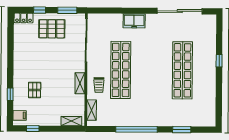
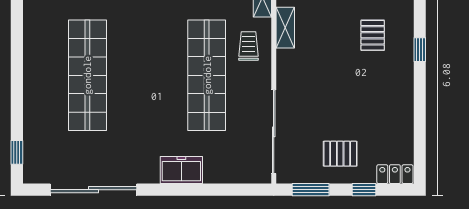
pallet: (52, 29) -> (340, 154), width x0.67, depth x0.71
window: (219, 61) -> (17, 152), moved
shelving: (80, 83) -> (285, 28), moved
window: (10, 94) -> (420, 50), moved

